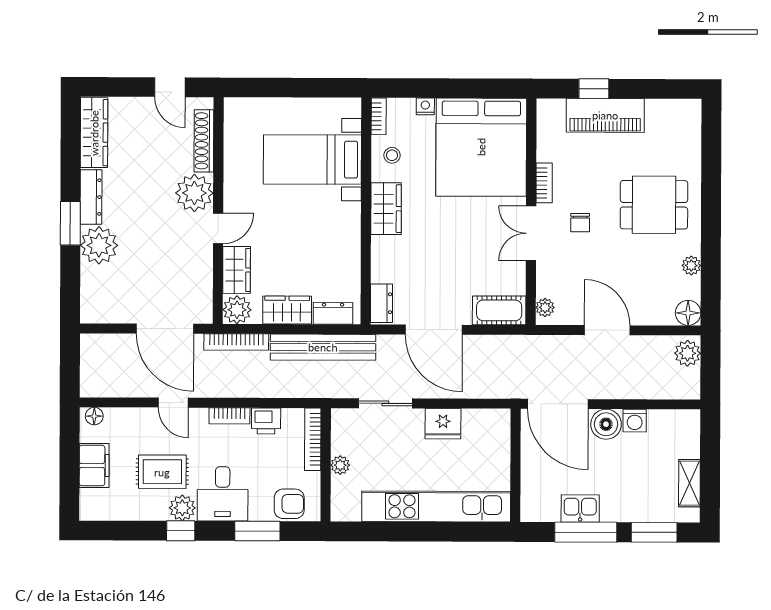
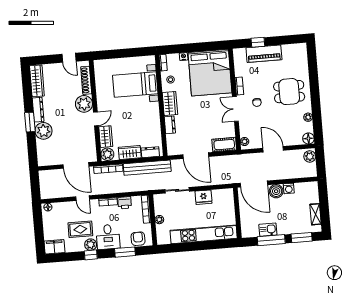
dresser: (382, 303) -> (170, 125), moved
filing cabinet: (94, 466) -> (54, 247), moved, turned -90
armchair: (289, 504) -> (138, 239), turned -90

